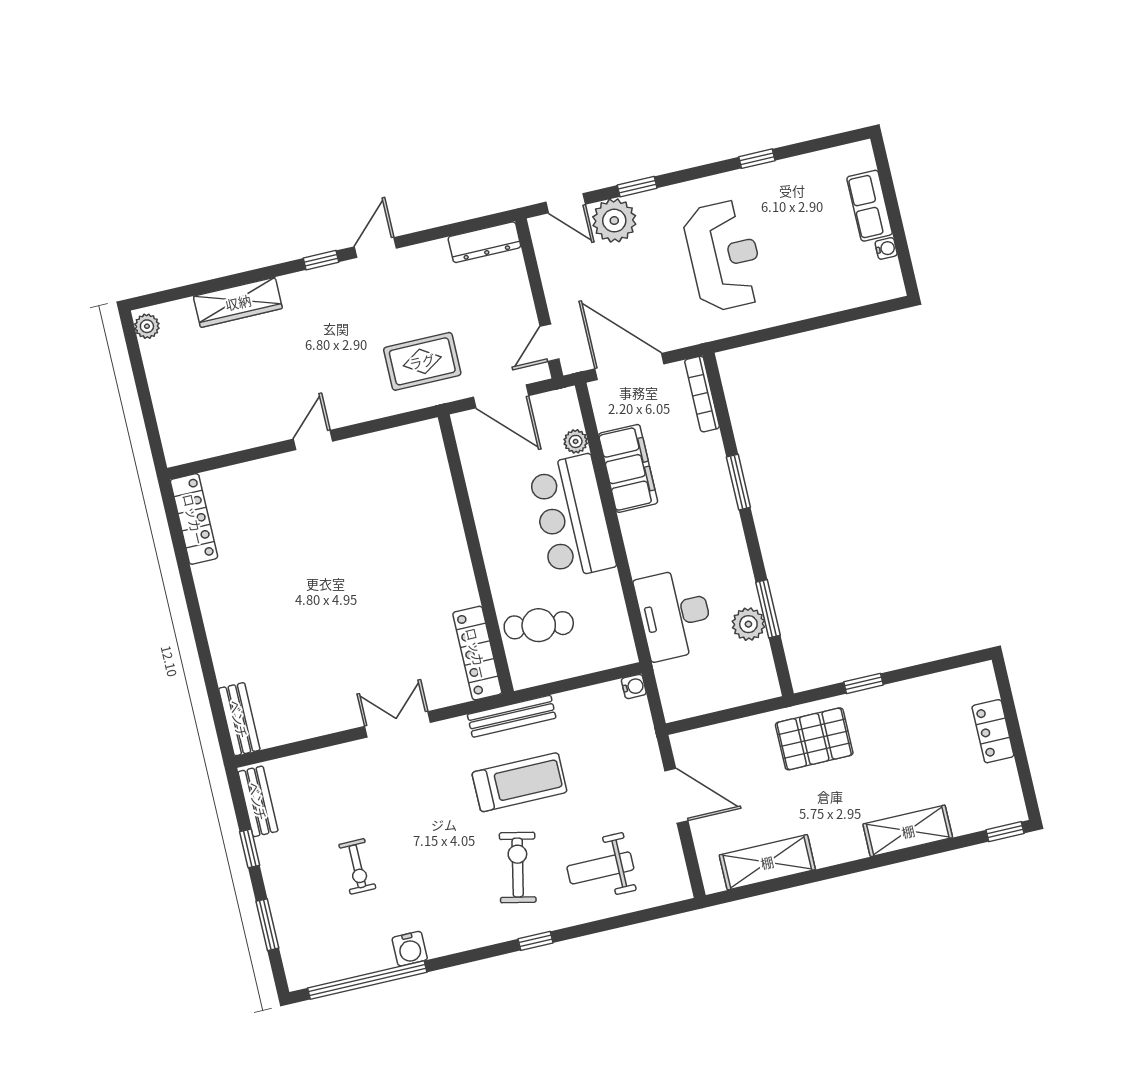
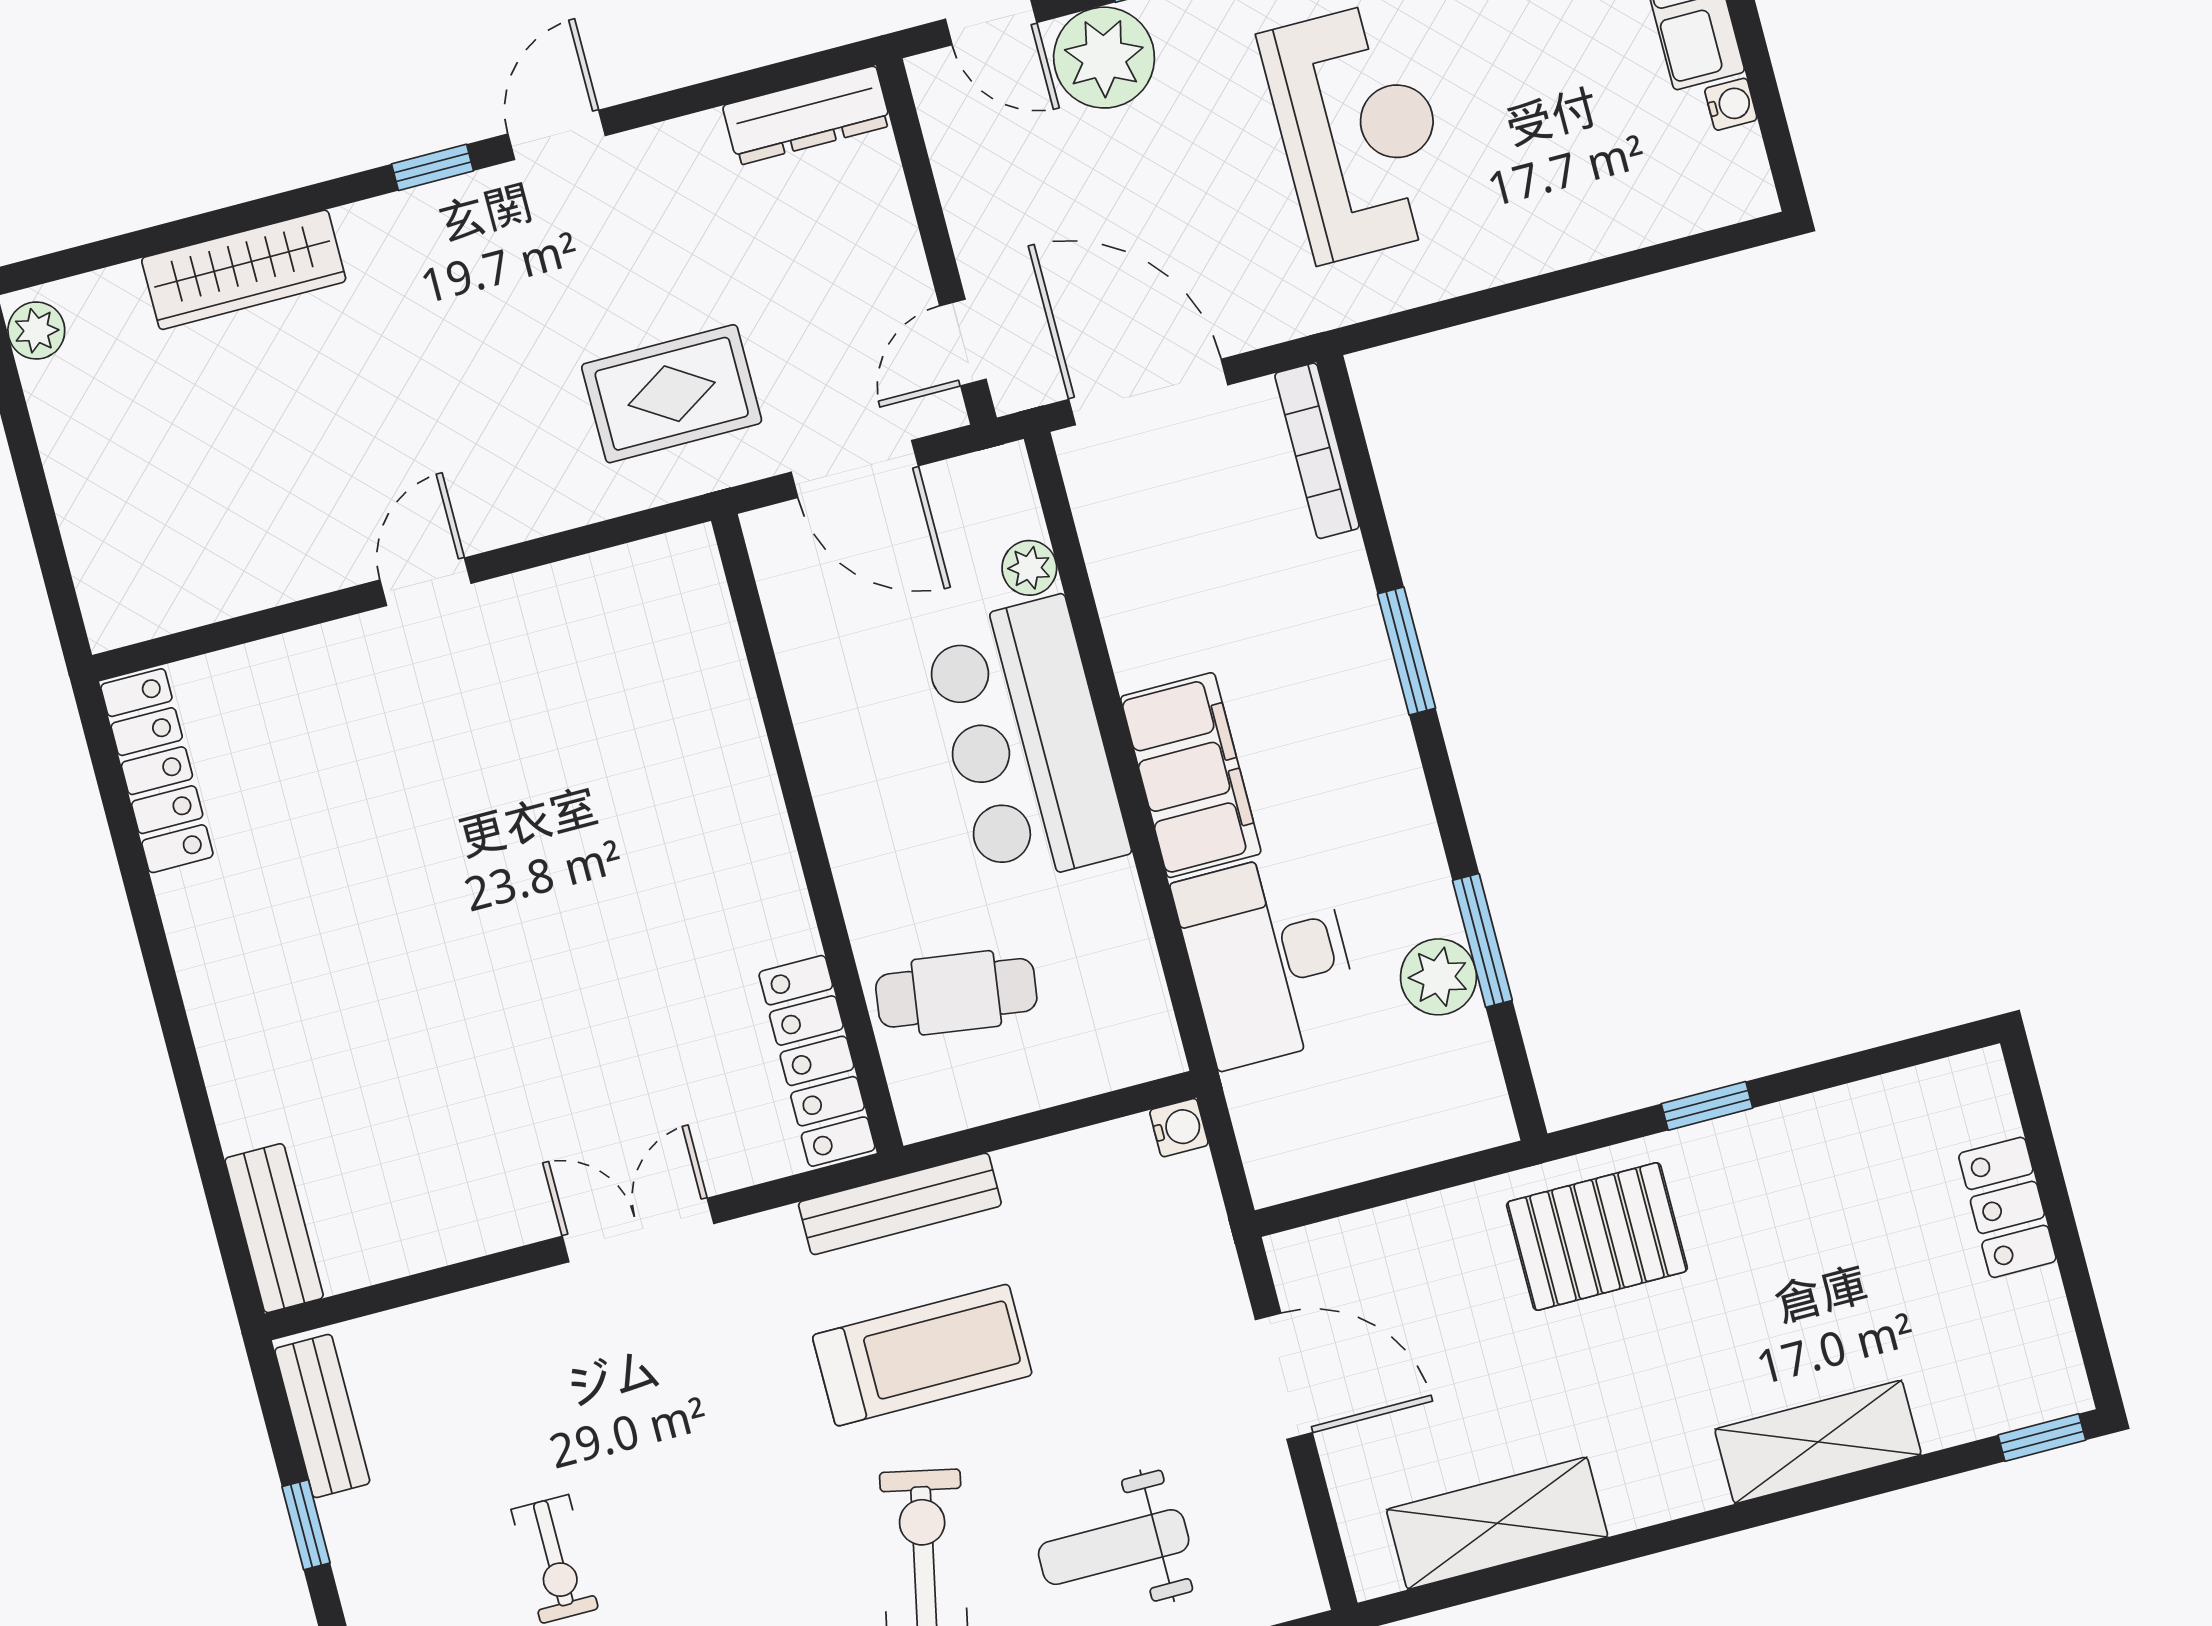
filing cabinet: (628, 468) -> (1191, 775), moved

